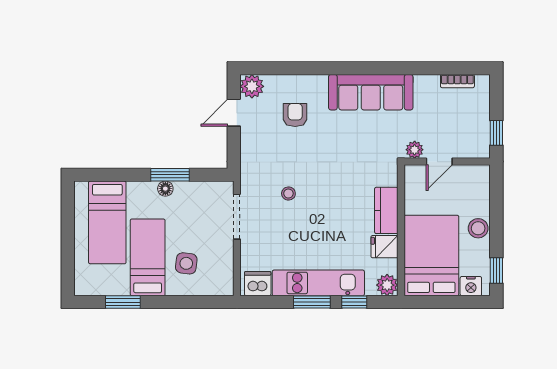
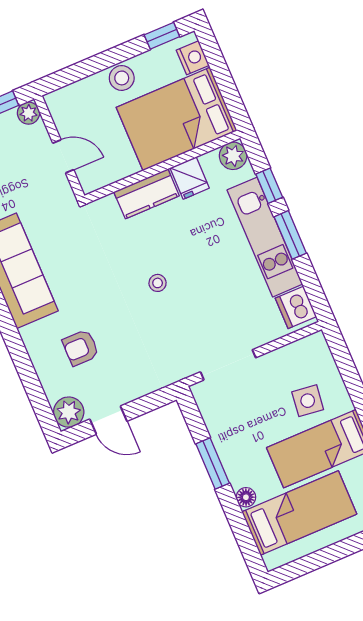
plant: (415, 150) -> (28, 113), moved
floor lamp: (165, 189) -> (246, 497), moved
stool: (288, 194) -> (158, 283), moved

